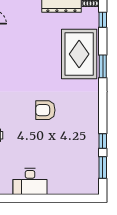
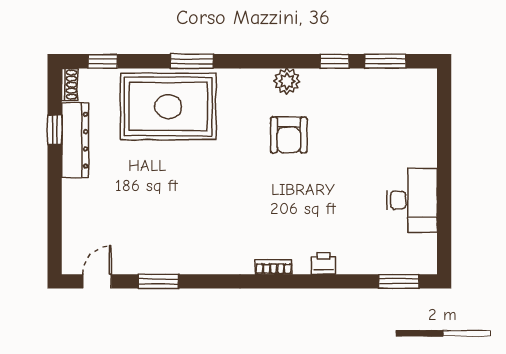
armchair: (45, 110) -> (289, 135), moved
plant: (92, 116) -> (287, 81), added

